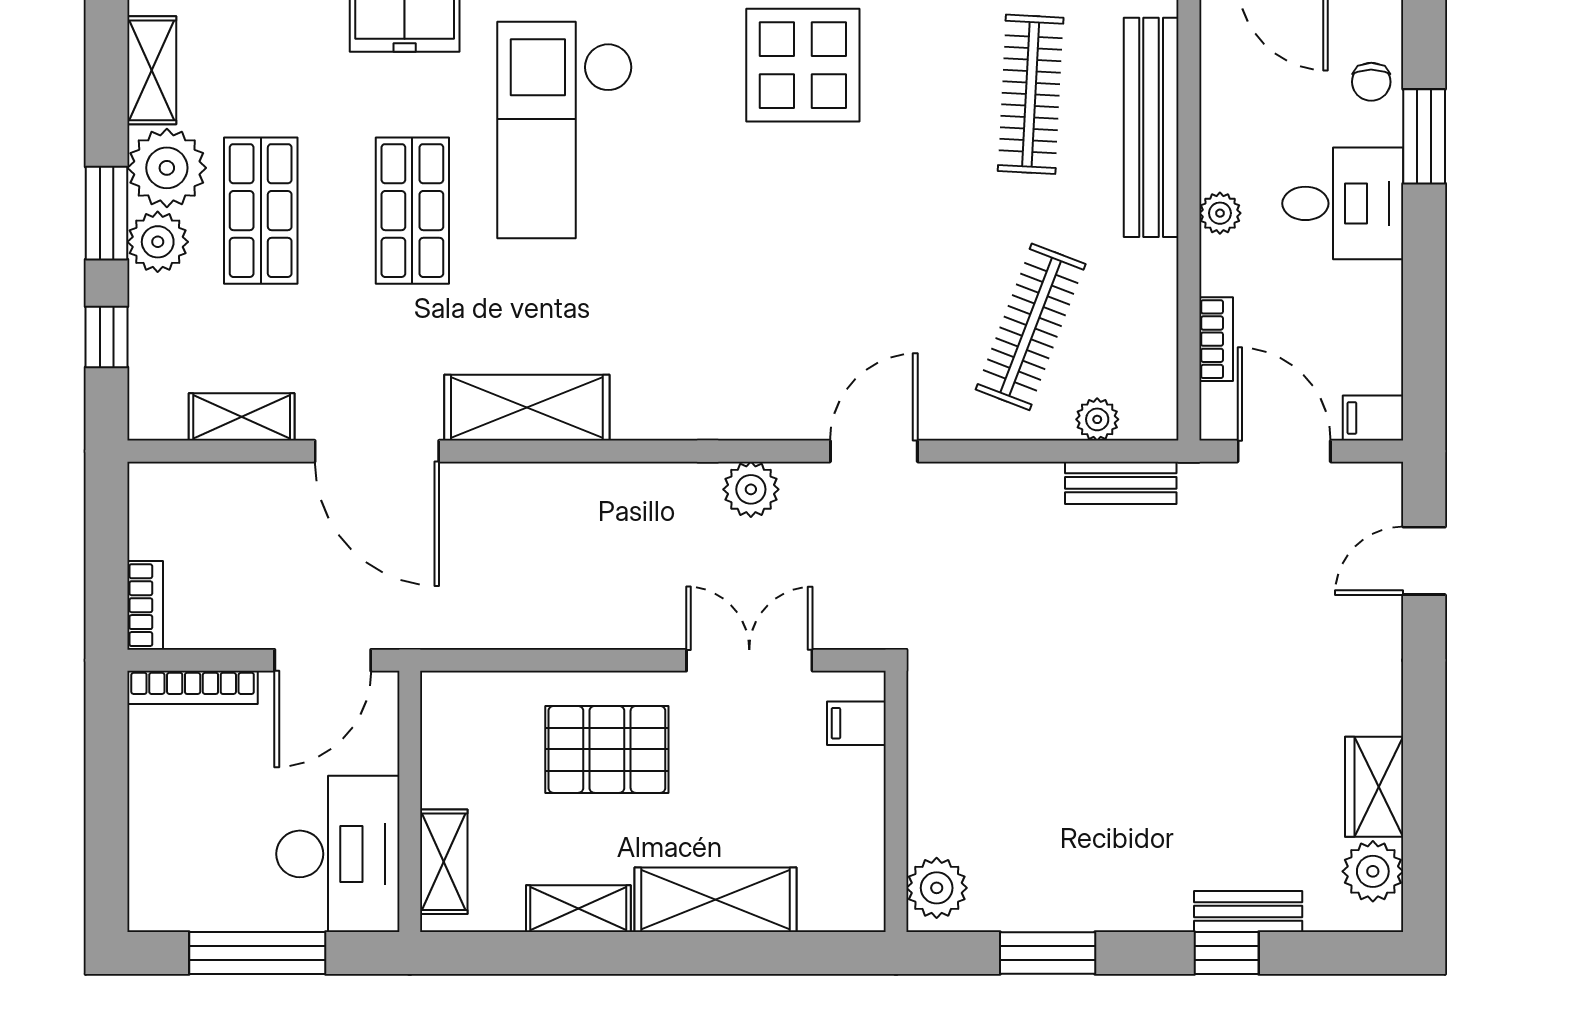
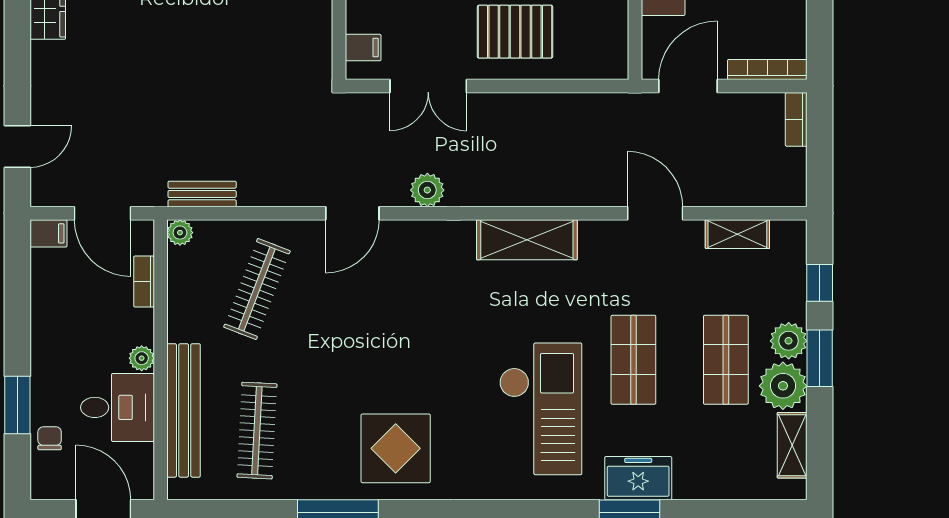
desk: (1343, 203) -> (117, 407), moved, turned 180
shelving: (527, 408) -> (527, 240), moved
plant: (1097, 419) -> (180, 233), moved
door: (377, 451) -> (655, 213), width x0.73

